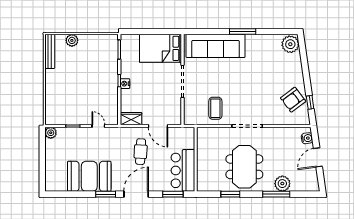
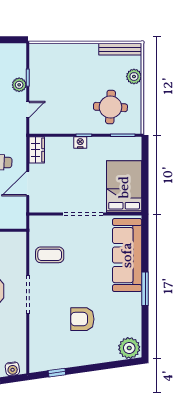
round table: (96, 59) -> (110, 107), added
armchair: (293, 100) -> (82, 319), moved, turned -53
plant: (51, 133) -> (19, 85), moved

